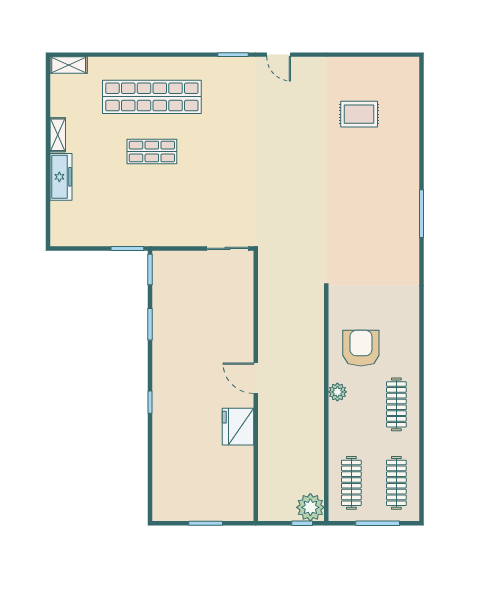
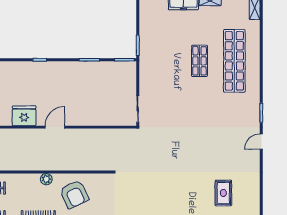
armchair: (361, 348) -> (74, 194), turned 65

